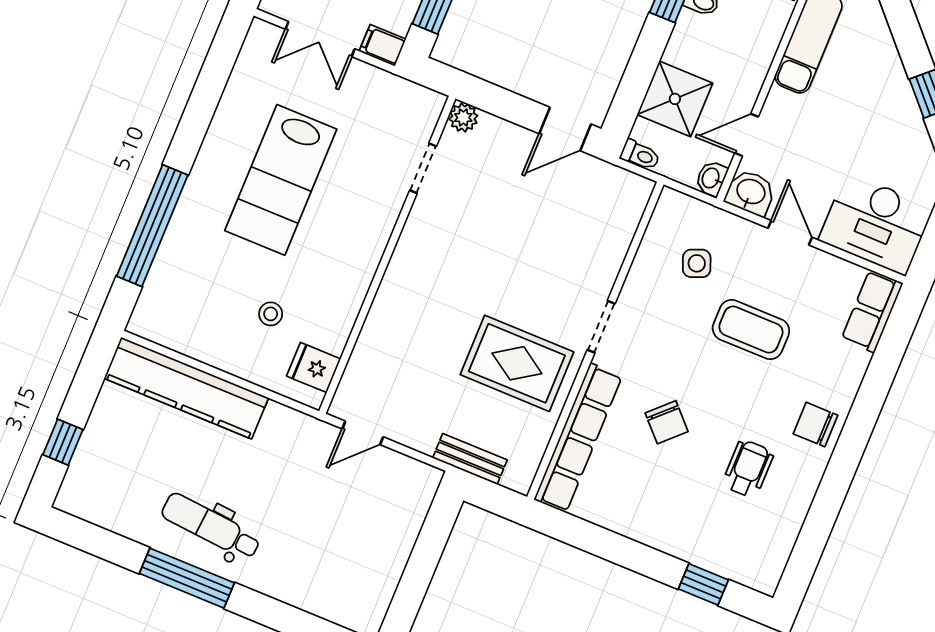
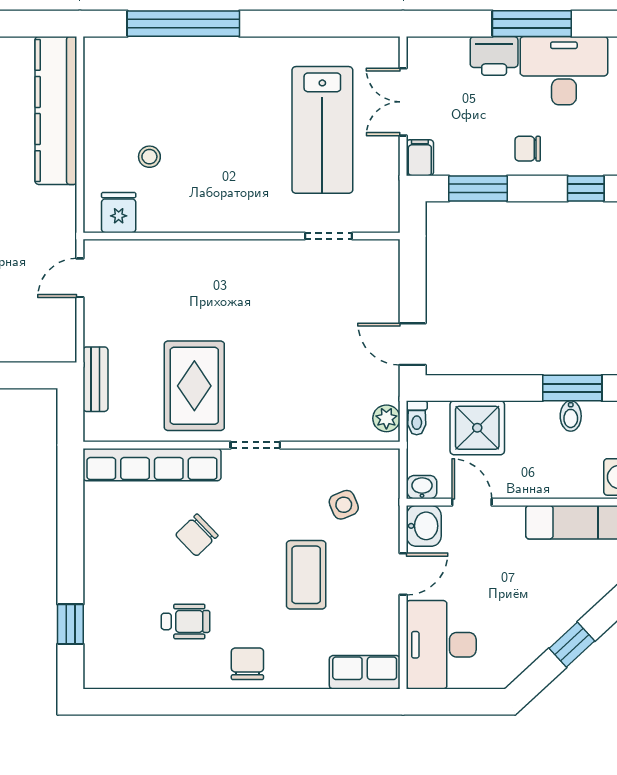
plant: (463, 117) -> (386, 418), moved
lab bench: (281, 180) -> (322, 130), moved, turned -90
door: (363, 433) -> (80, 278), hinge flipped

